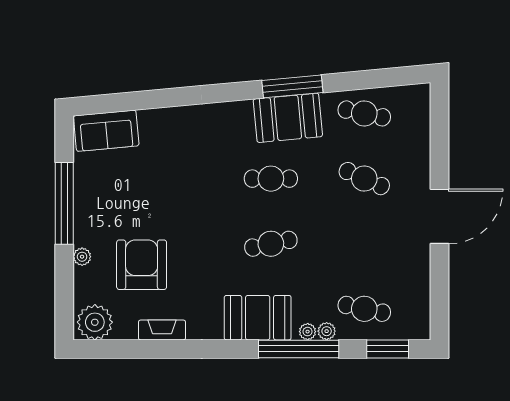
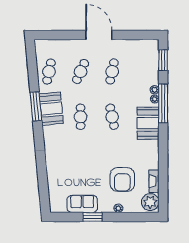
sofa: (106, 131) -> (82, 204), moved, turned -85
window: (64, 203) -> (93, 217), width x0.47
armchair: (142, 265) -> (122, 179), turned -90
cafe table: (364, 309) -> (112, 72), moved
fireplace: (162, 330) -> (154, 181), moved

